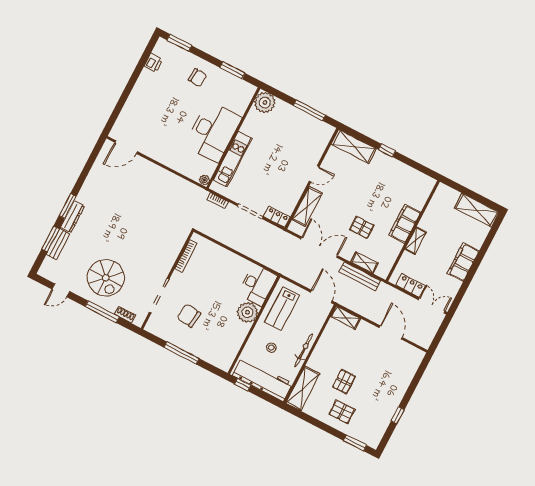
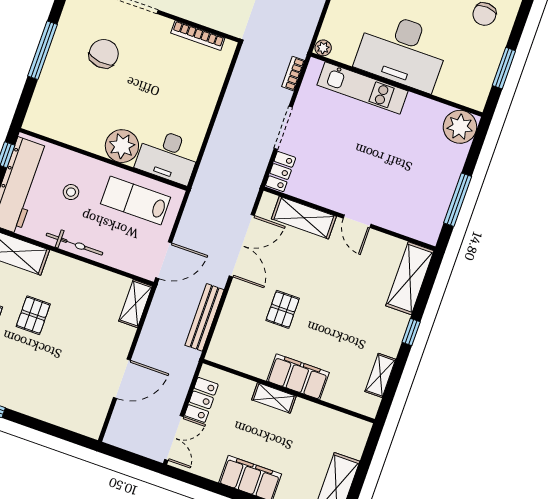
shelving: (364, 263) -> (380, 375), moved
pallet: (344, 382) -> (33, 315), turned 90

